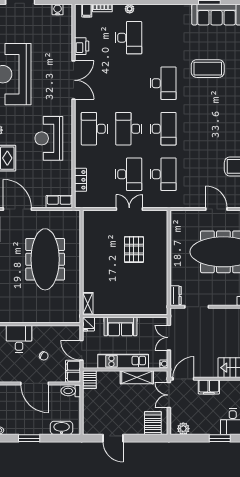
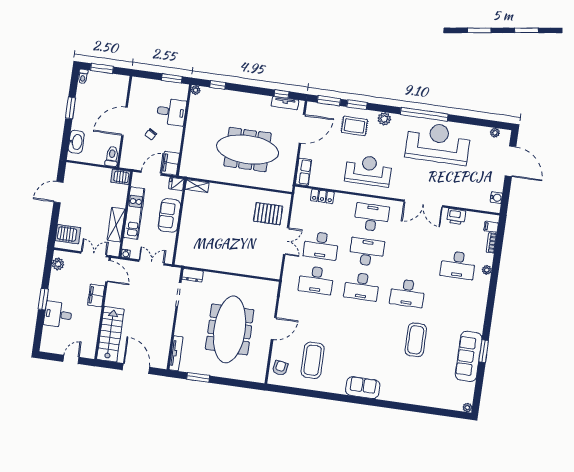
pallet: (134, 249) -> (268, 214), moved
filing cabinet: (73, 371) -> (171, 163), moved, turned -90

